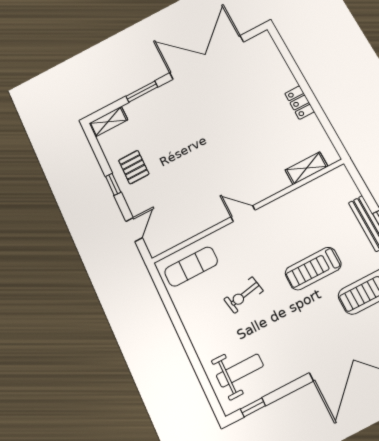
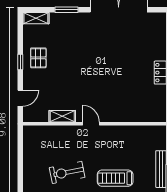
shelving: (306, 168) -> (62, 116), moved
exercise mat: (191, 267) -> (44, 139), removed
exercise bike: (243, 295) -> (67, 172), width x1.38, depth x1.39

